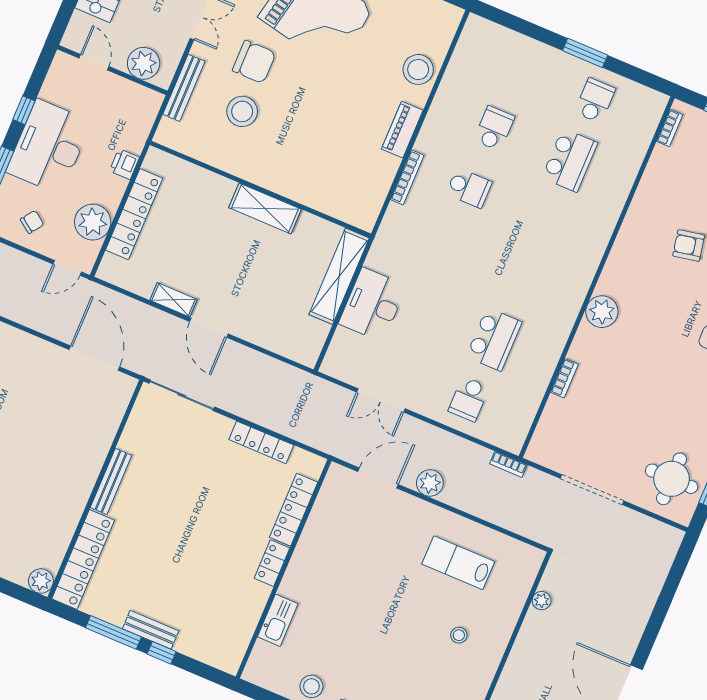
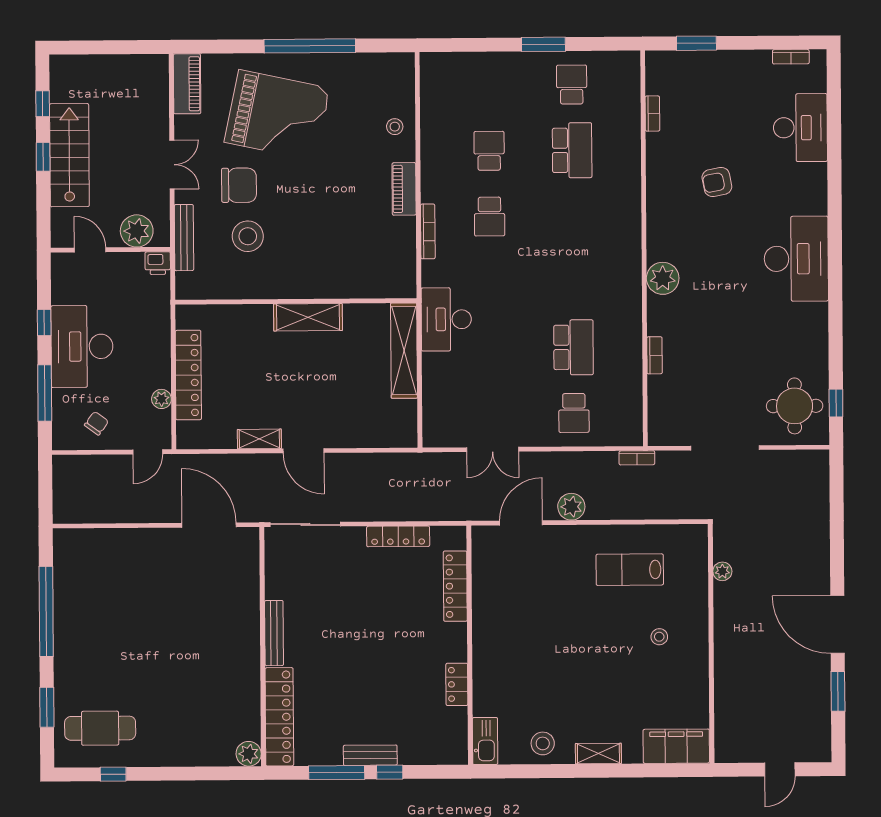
stool: (418, 69) -> (395, 127), width x0.53, depth x0.53
bookcase: (670, 128) -> (652, 114), moved
printer: (124, 164) -> (158, 263), moved, turned -90
school desk: (469, 188) -> (490, 217), turned 90
plant: (93, 222) -> (161, 399), width x0.53, depth x0.53
desk: (373, 305) -> (446, 319), moved
locker: (272, 563) -> (457, 684), moved
kitchen sink: (278, 620) -> (485, 741), moved

